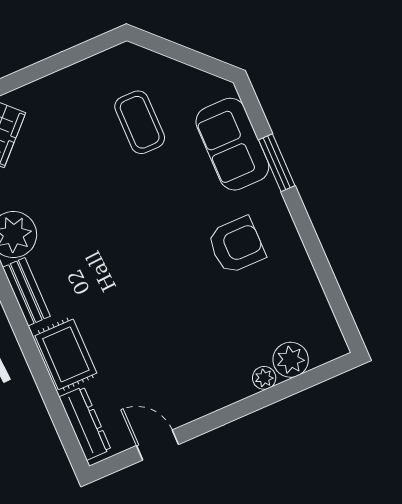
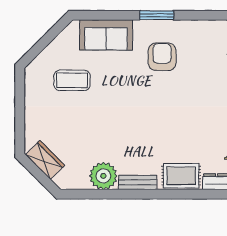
window: (277, 163) -> (157, 15), moved

